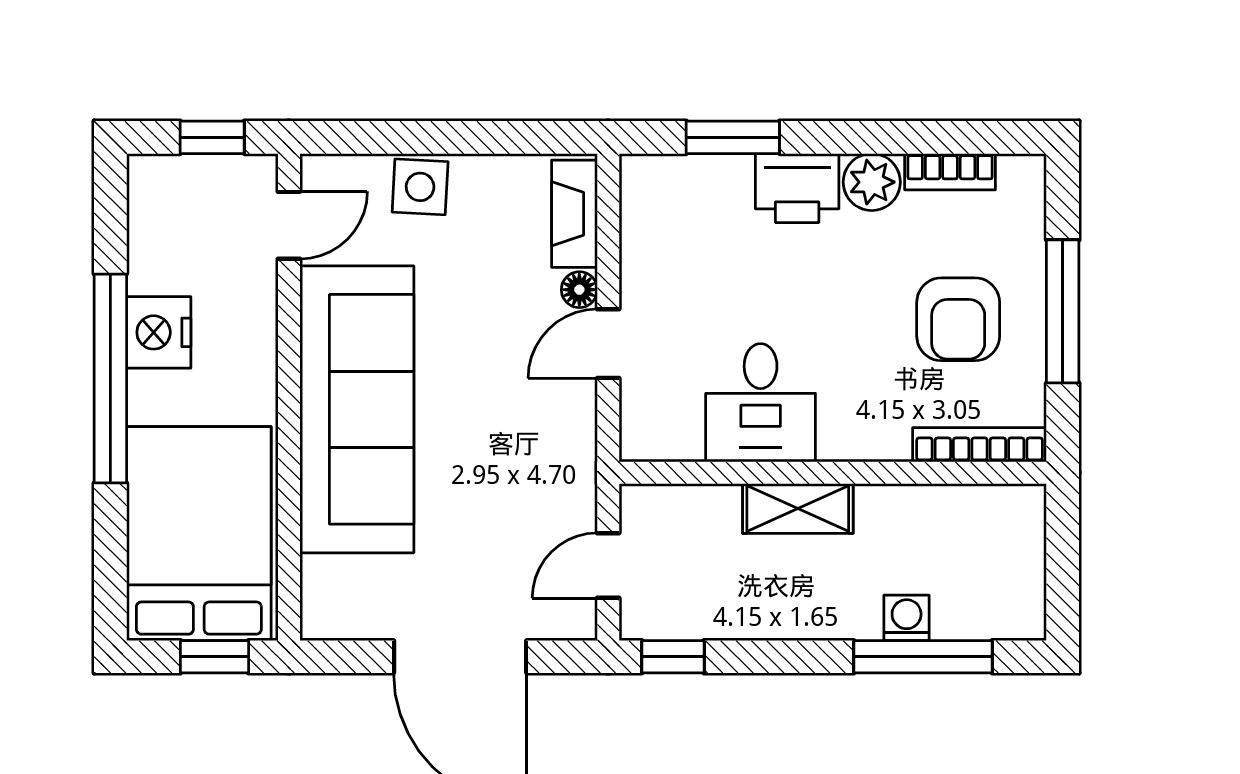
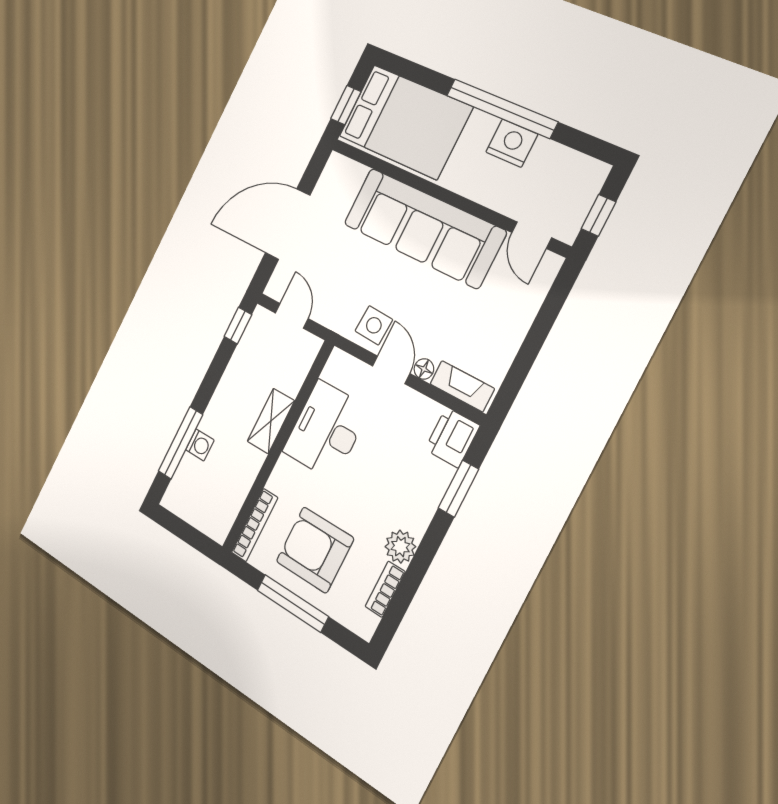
side table: (420, 187) -> (374, 325), moved
printer: (797, 188) -> (452, 437), moved
armchair: (958, 319) -> (315, 550), width x1.36, depth x1.36
desk: (761, 403) -> (326, 430), width x1.37

